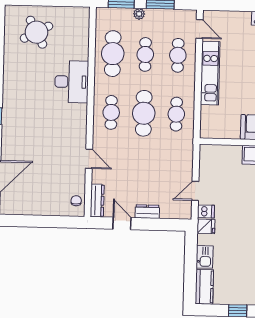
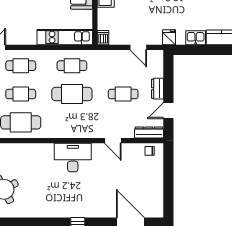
kitchen unit: (210, 73) -> (65, 37), moved
desk: (72, 82) -> (73, 158), moved
cafe table: (111, 112) -> (123, 94), moved
door: (89, 159) -> (113, 141), swing flipped
dishwasher: (206, 211) -> (103, 38), moved

